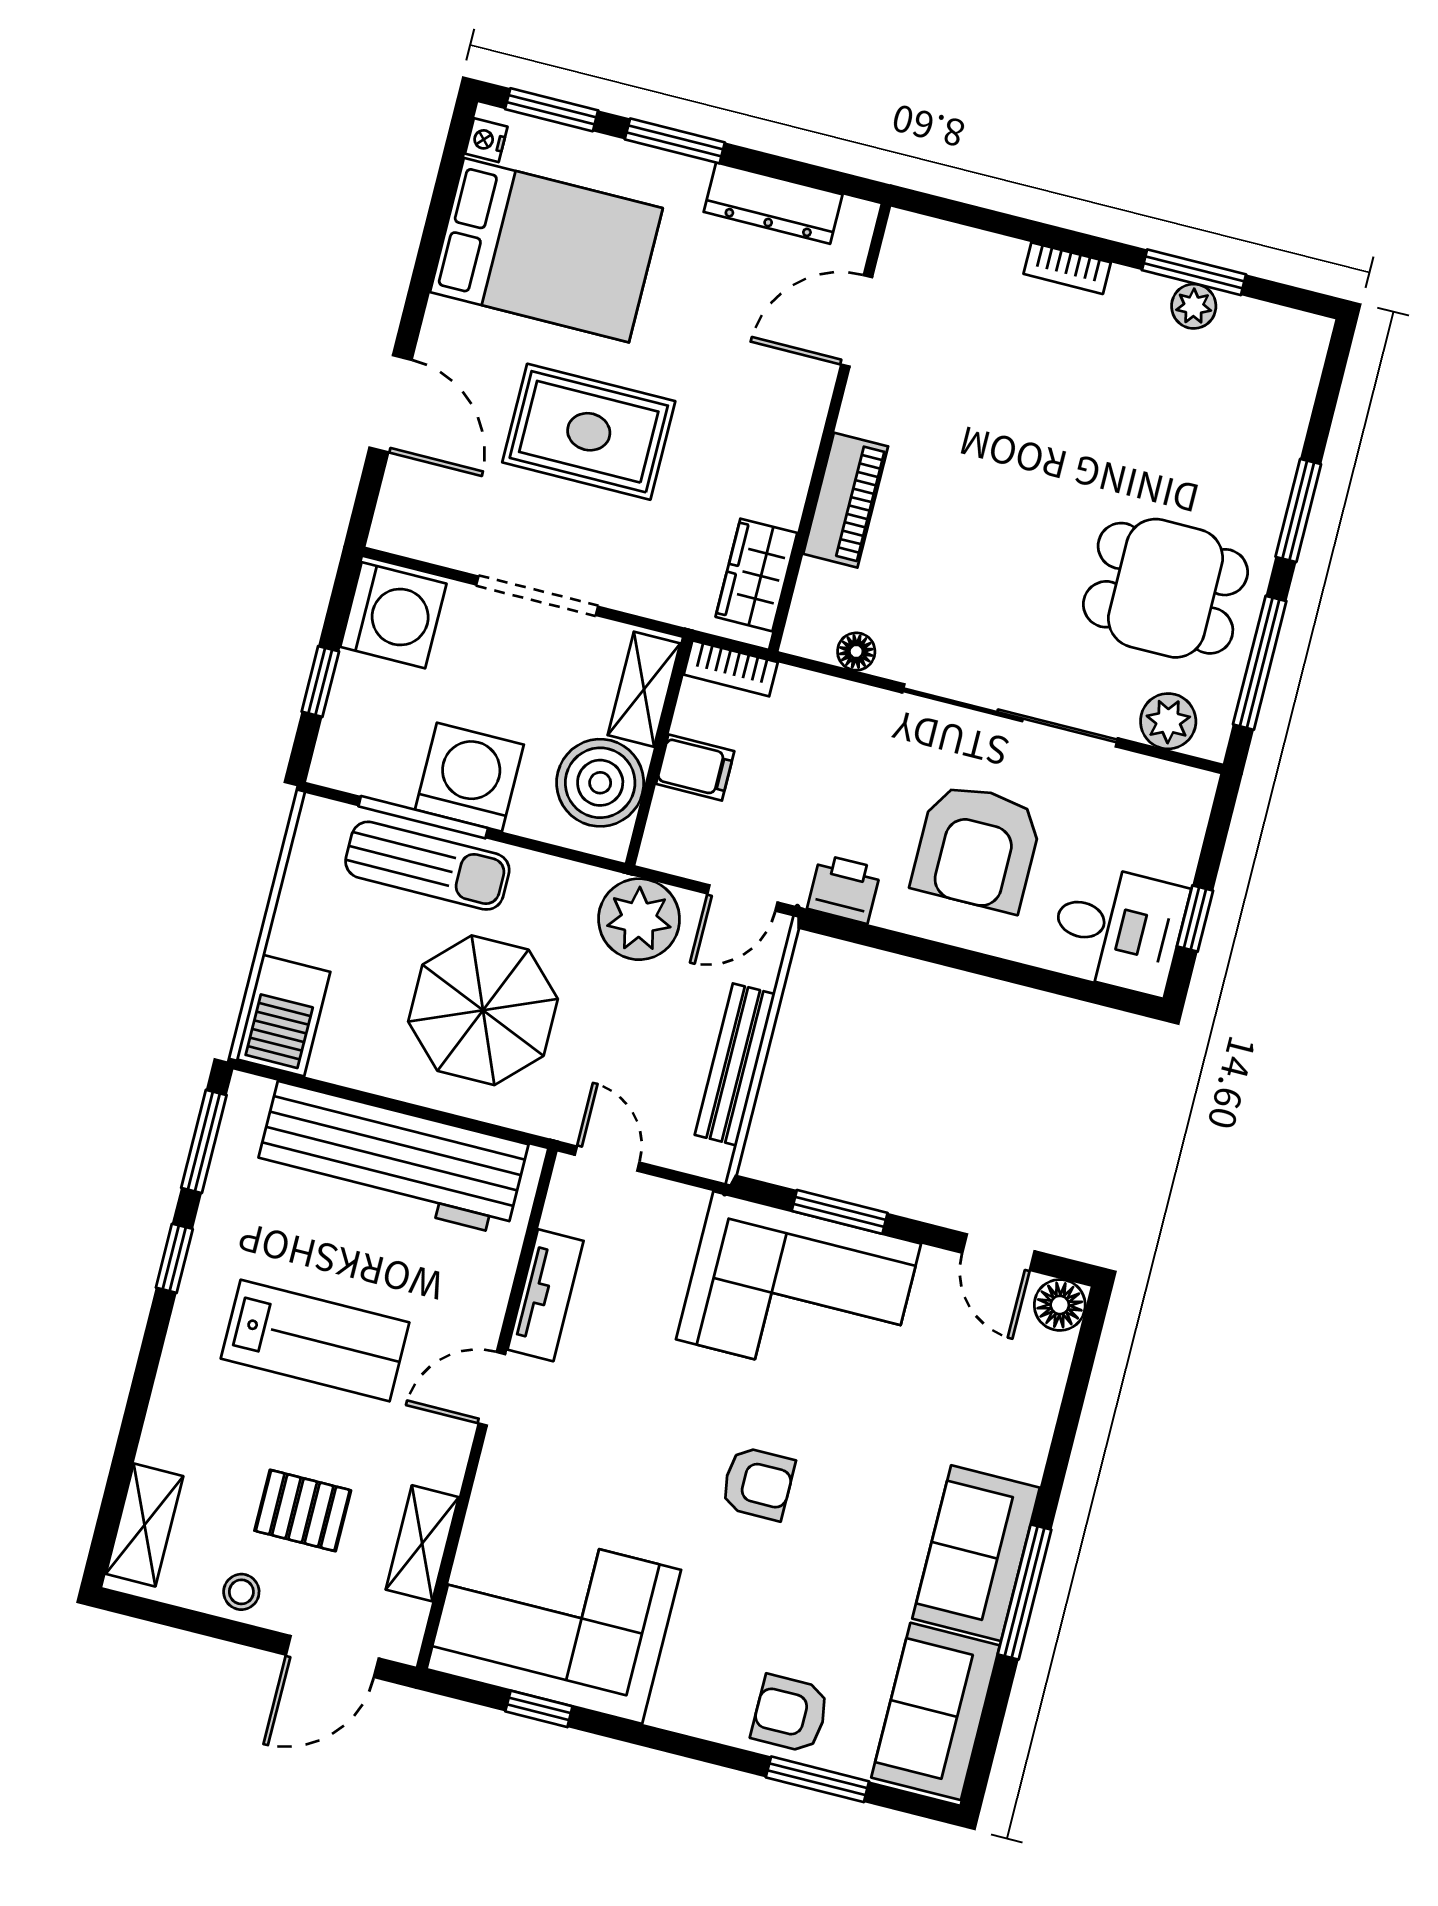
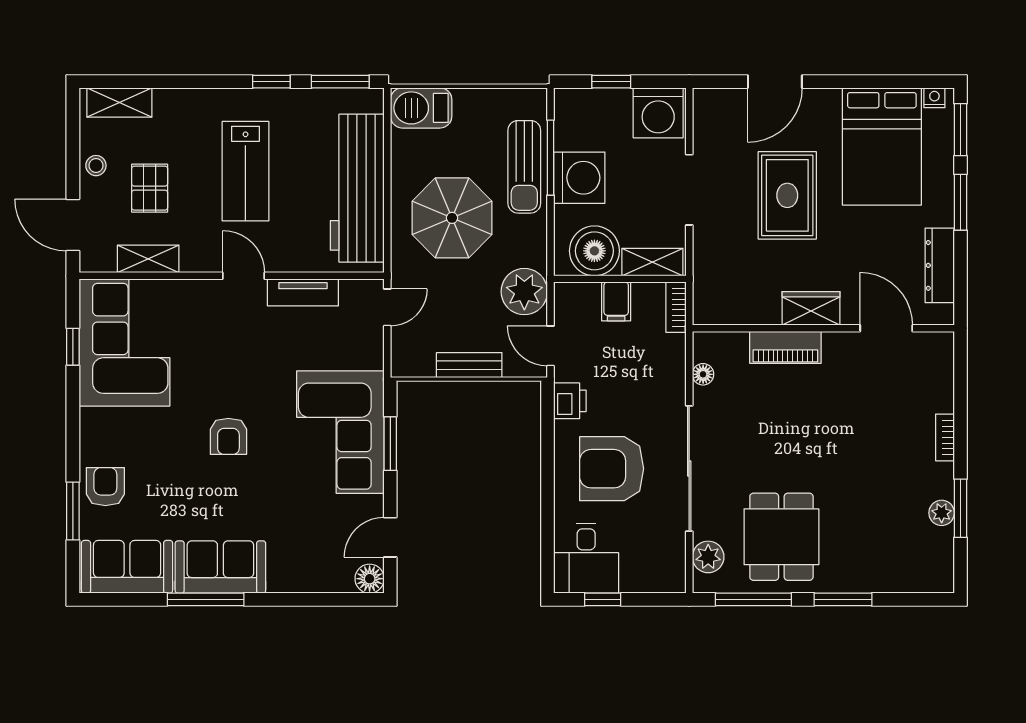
wardrobe: (756, 575) -> (811, 308), moved
bench: (735, 1064) -> (469, 365), width x0.73

